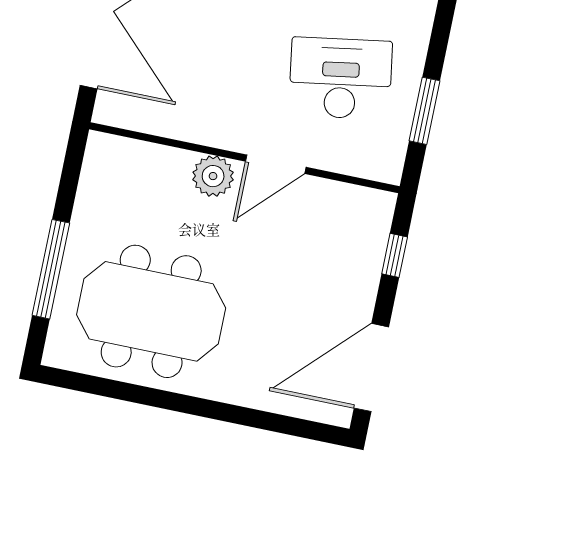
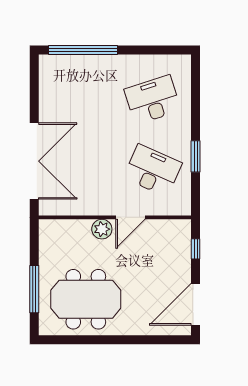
desk: (341, 78) -> (153, 170), turned 33
window: (425, 111) -> (196, 156), moved

